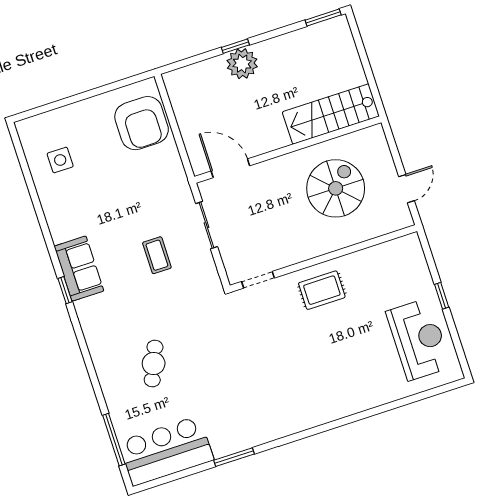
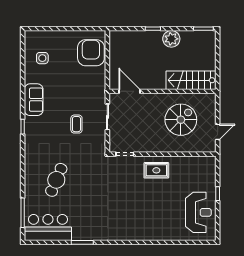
plant: (242, 64) -> (171, 39), moved
armchair: (142, 123) -> (91, 53), turned 180
sofa: (79, 269) -> (34, 100), moved
cafe table: (154, 363) -> (56, 180), width x1.37, depth x1.35

